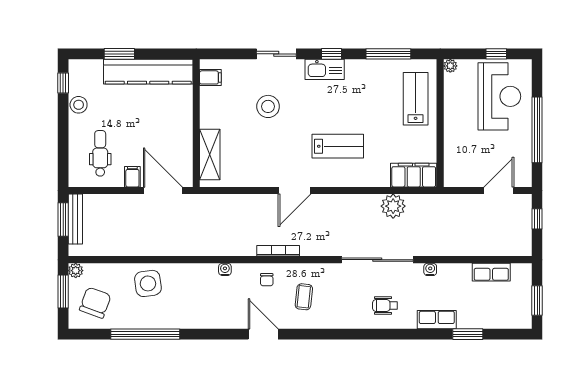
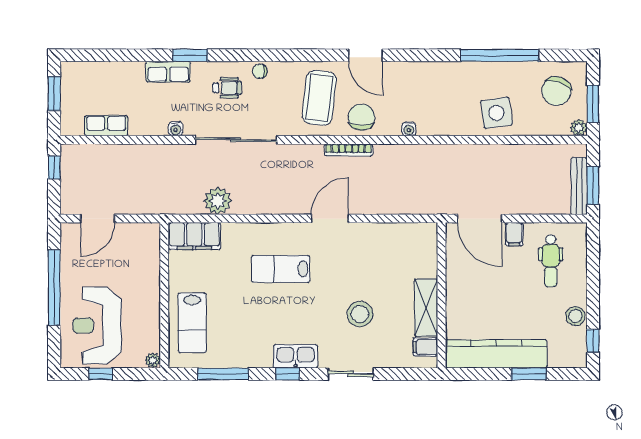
shelving: (210, 155) -> (426, 308), moved
window: (537, 219) -> (54, 168), moved
chair: (267, 280) -> (361, 117), width x1.87, depth x1.87
coffee table: (304, 297) -> (319, 98), width x1.86, depth x1.72
chair: (356, 320) -> (260, 71), added
window: (468, 334) -> (190, 55), moved

